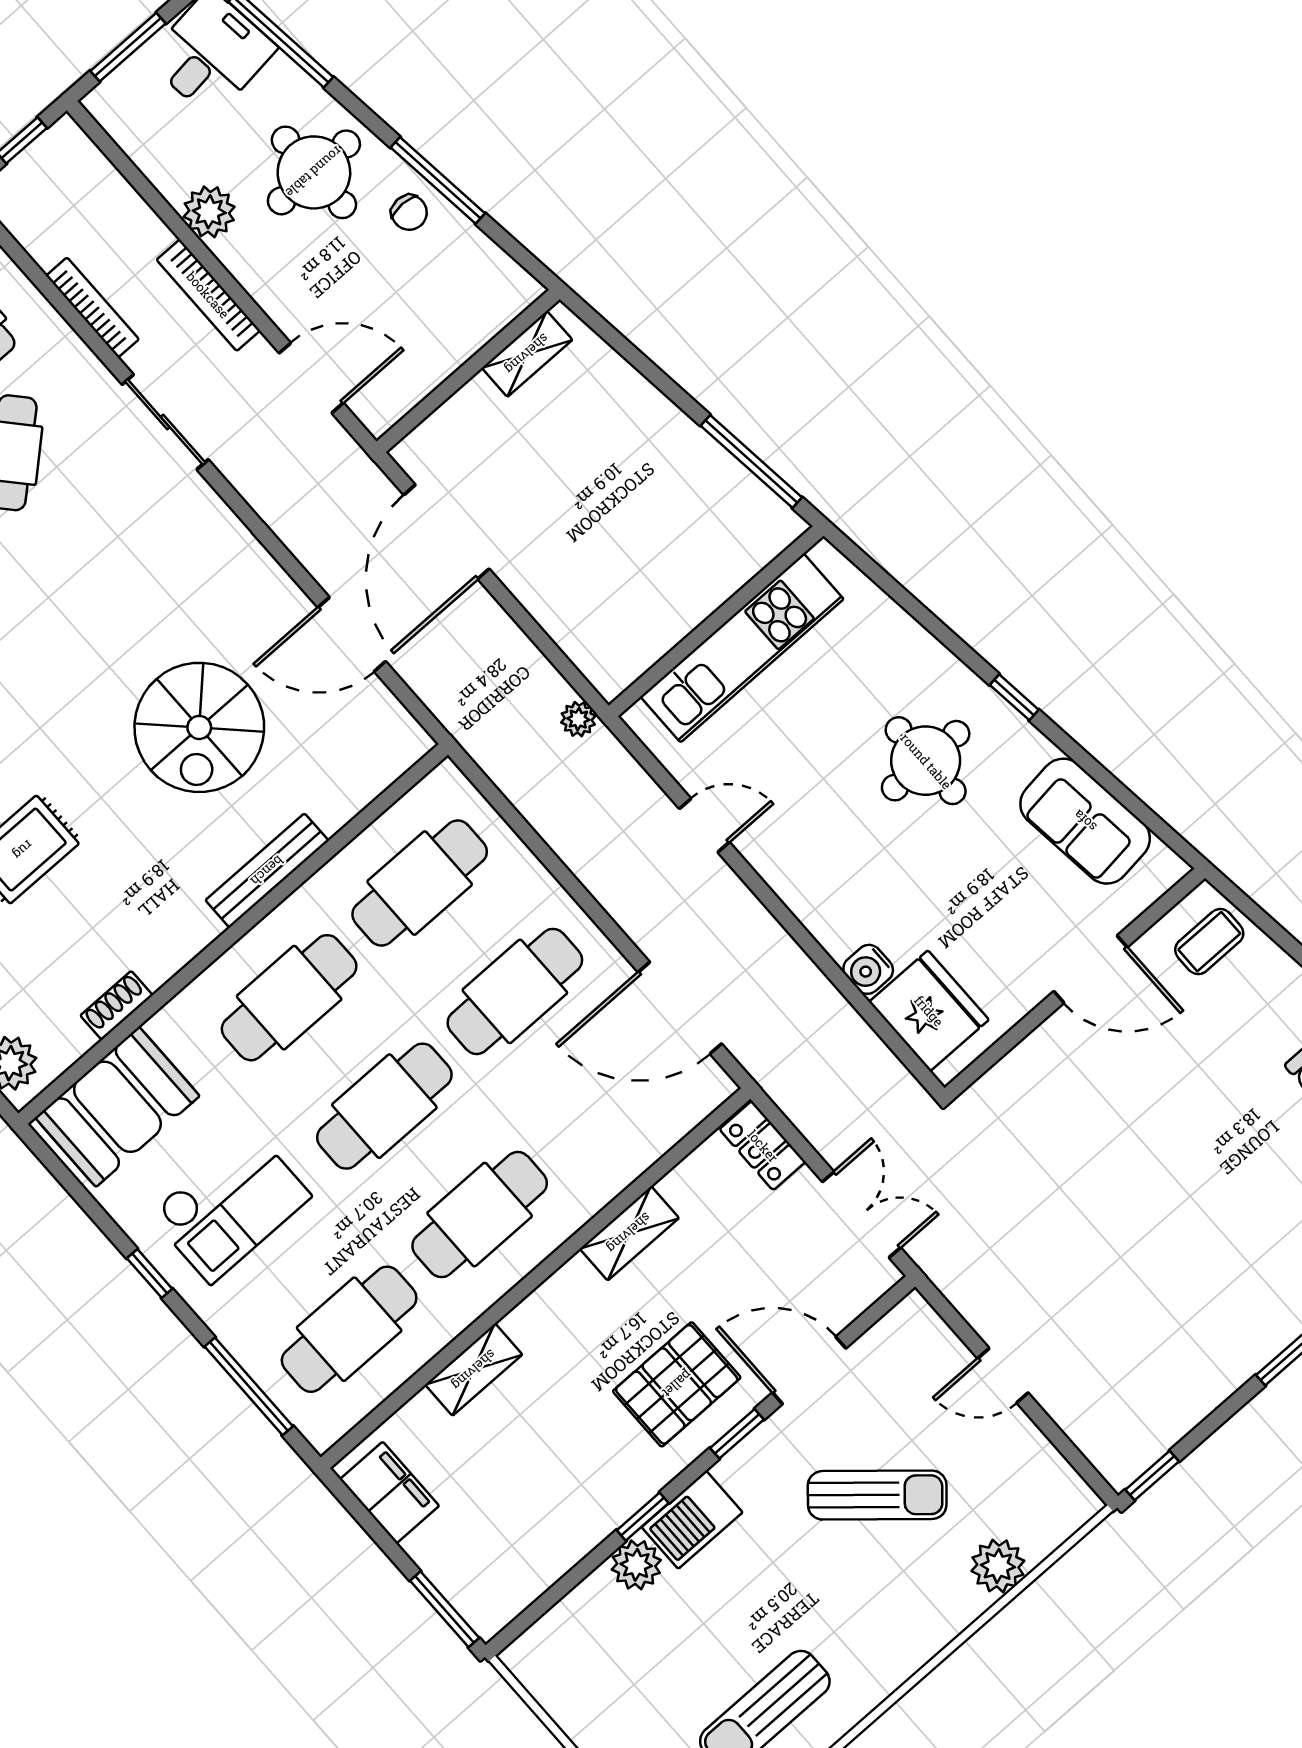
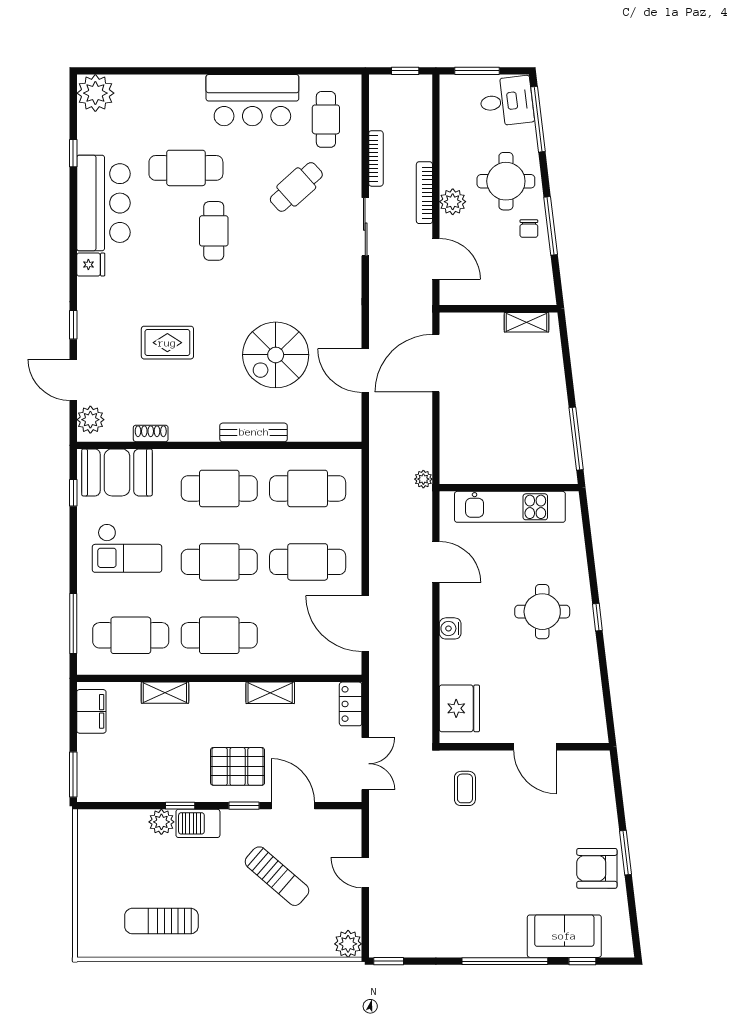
plant: (209, 212) -> (453, 202), moved
sofa: (1085, 821) -> (583, 688), removed
door: (704, 825) -> (436, 562), width x1.38
coffee table: (1209, 942) -> (465, 788), moved, turned 90
water cooler: (868, 969) -> (450, 628), moved
window: (150, 1274) -> (73, 493), moved
plant: (998, 1566) -> (348, 944), moved

